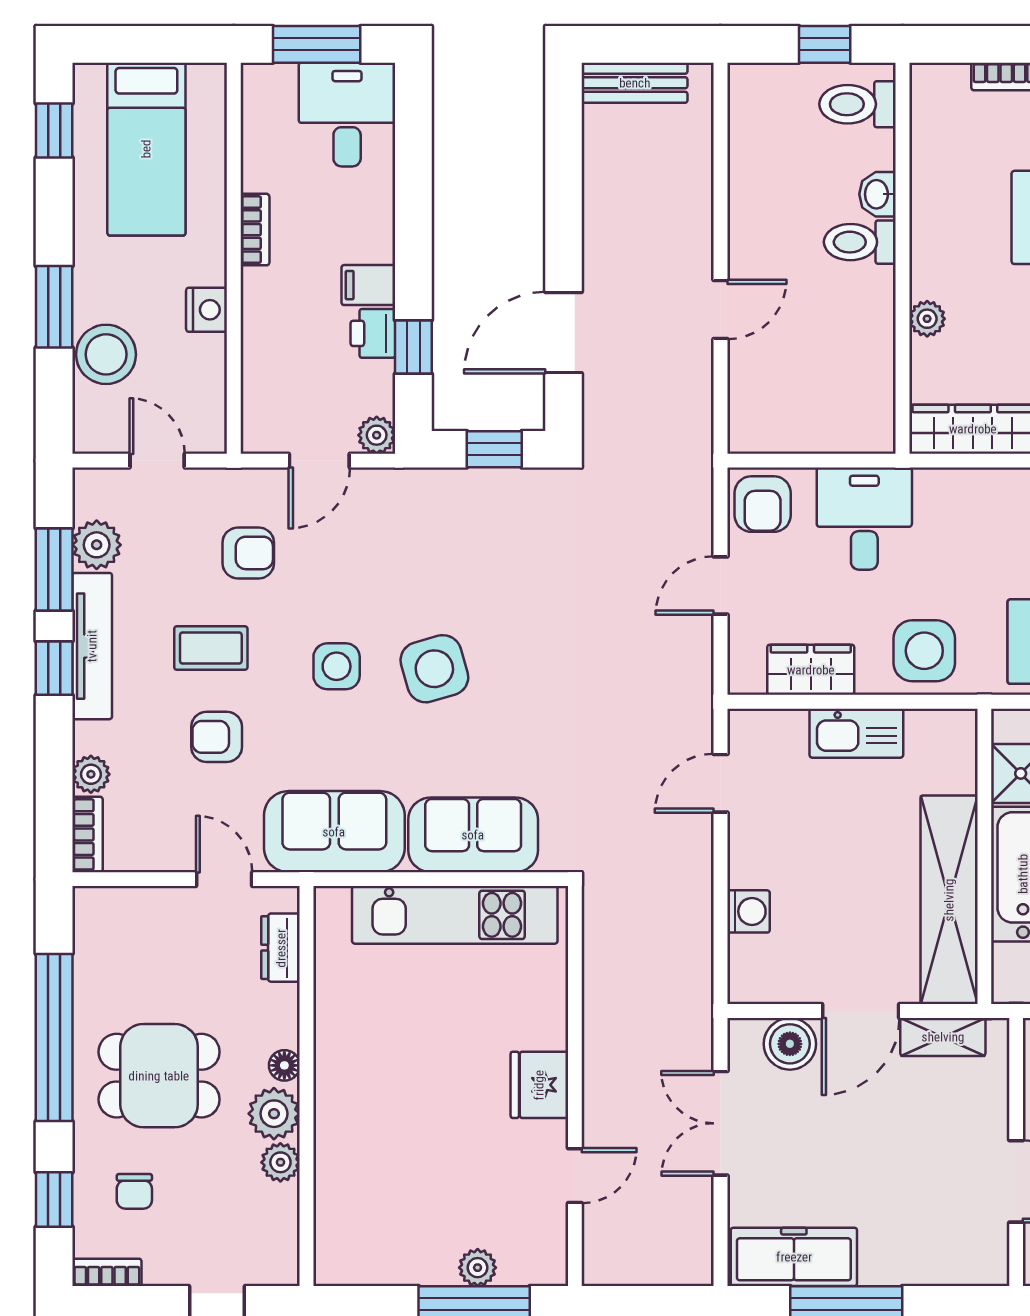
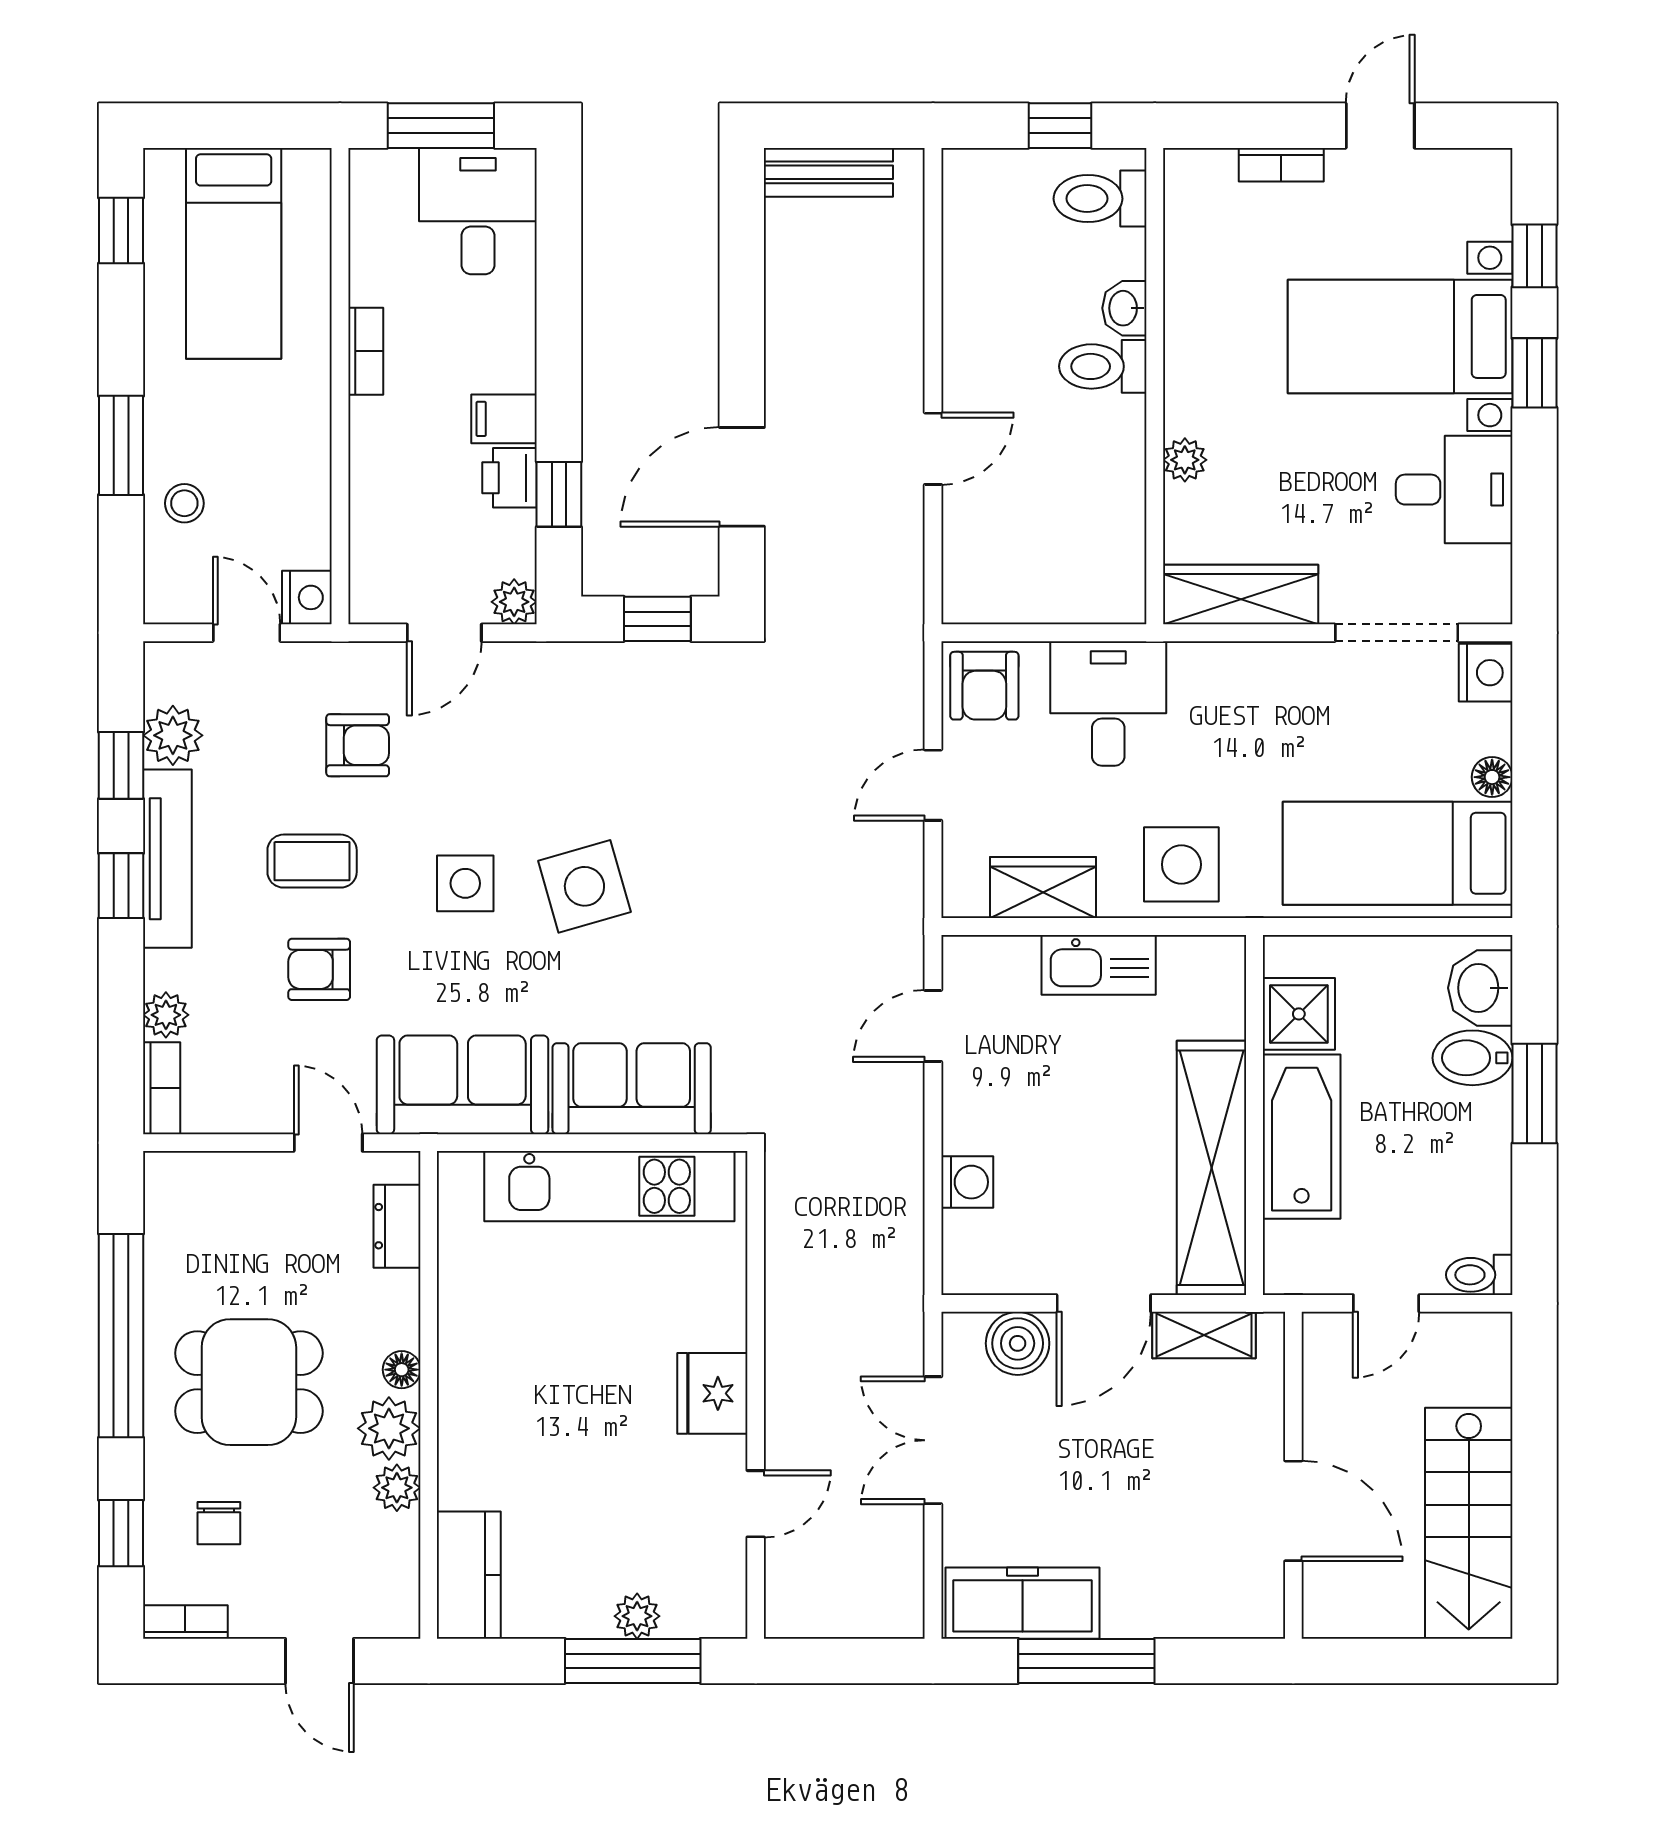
nightstand: (207, 310) -> (307, 597), moved
stool: (106, 354) -> (184, 503), width x0.53, depth x0.53
window: (54, 569) -> (121, 765), width x0.67
kitchen counter: (339, 1234) -> (469, 1575), added

